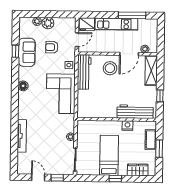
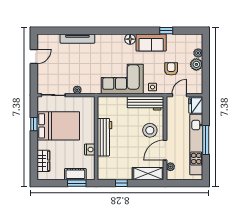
window: (132, 15) -> (206, 140), moved
kitchen unit: (116, 24) -> (196, 145), width x1.36
door: (77, 40) -> (179, 95), swing flipped
sofa: (27, 52) -> (151, 43), moved
door: (129, 54) -> (165, 150), hinge flipped
workbench: (135, 112) -> (105, 137), moved
window: (159, 149) -> (77, 183), moved
bed: (109, 155) -> (58, 126), width x1.50
window: (57, 178) -> (34, 76), removed
window: (115, 179) -> (34, 124), moved

